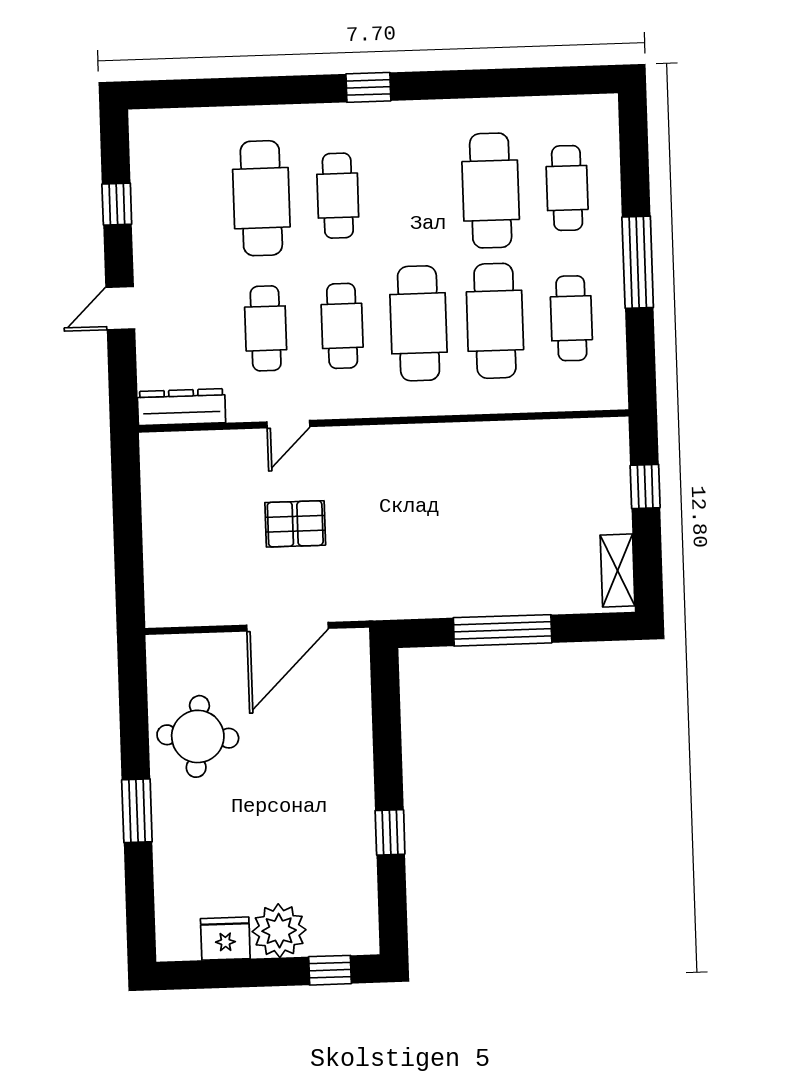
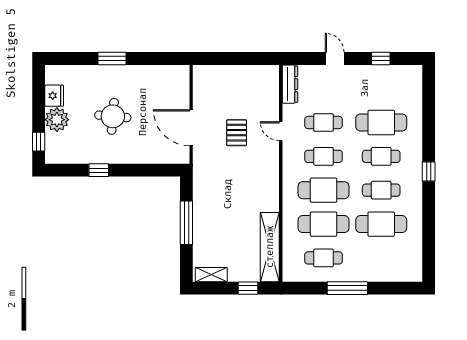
cafe table: (567, 188) -> (381, 190), moved
shelving: (551, 440) -> (270, 247), added
round table: (198, 736) -> (113, 116), moved

